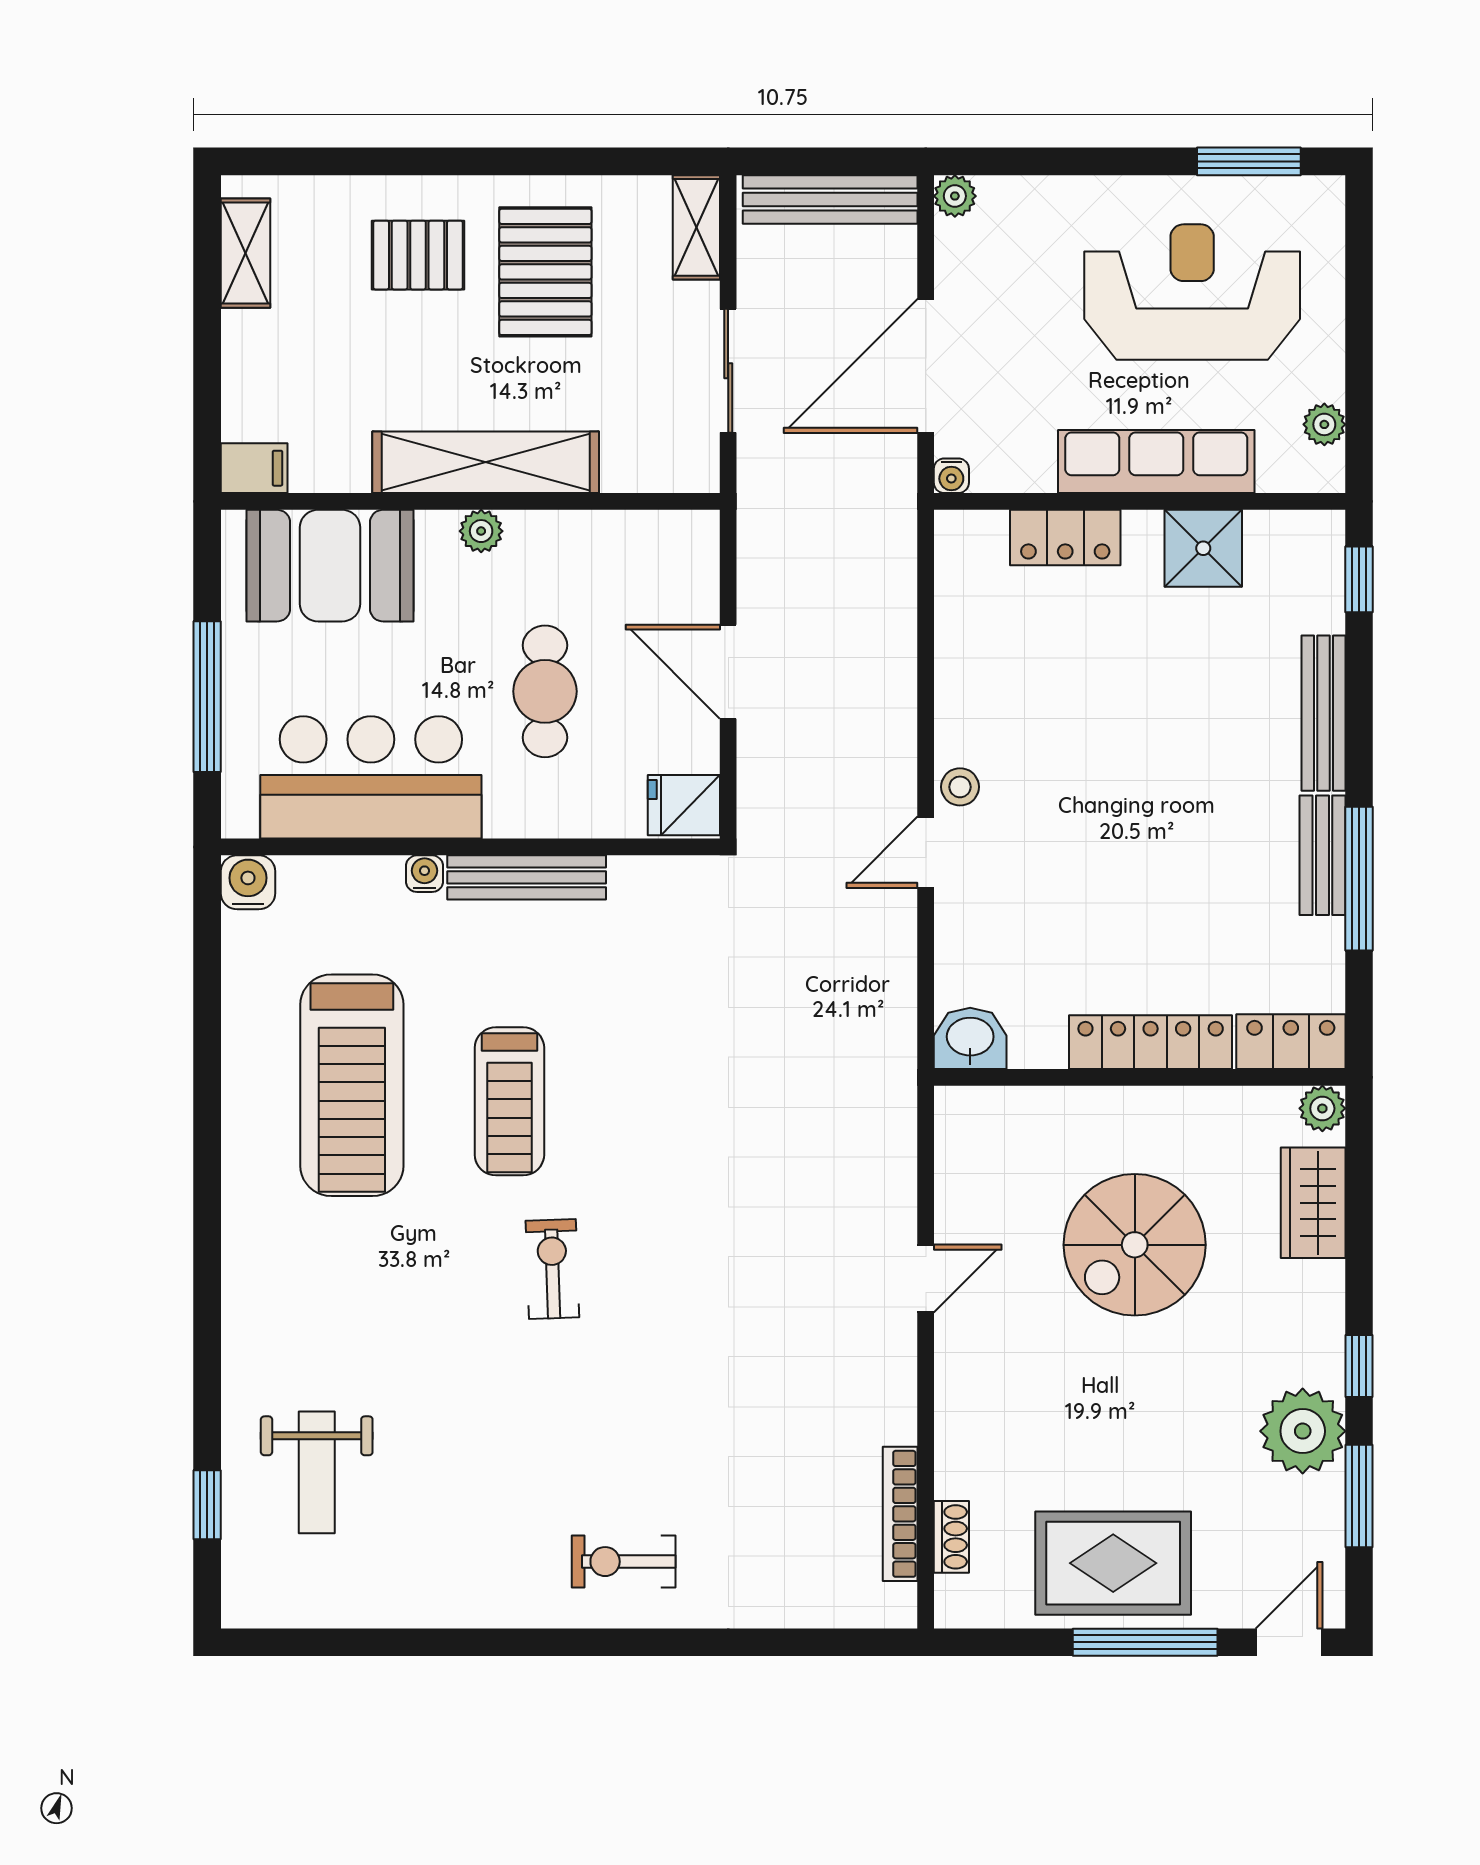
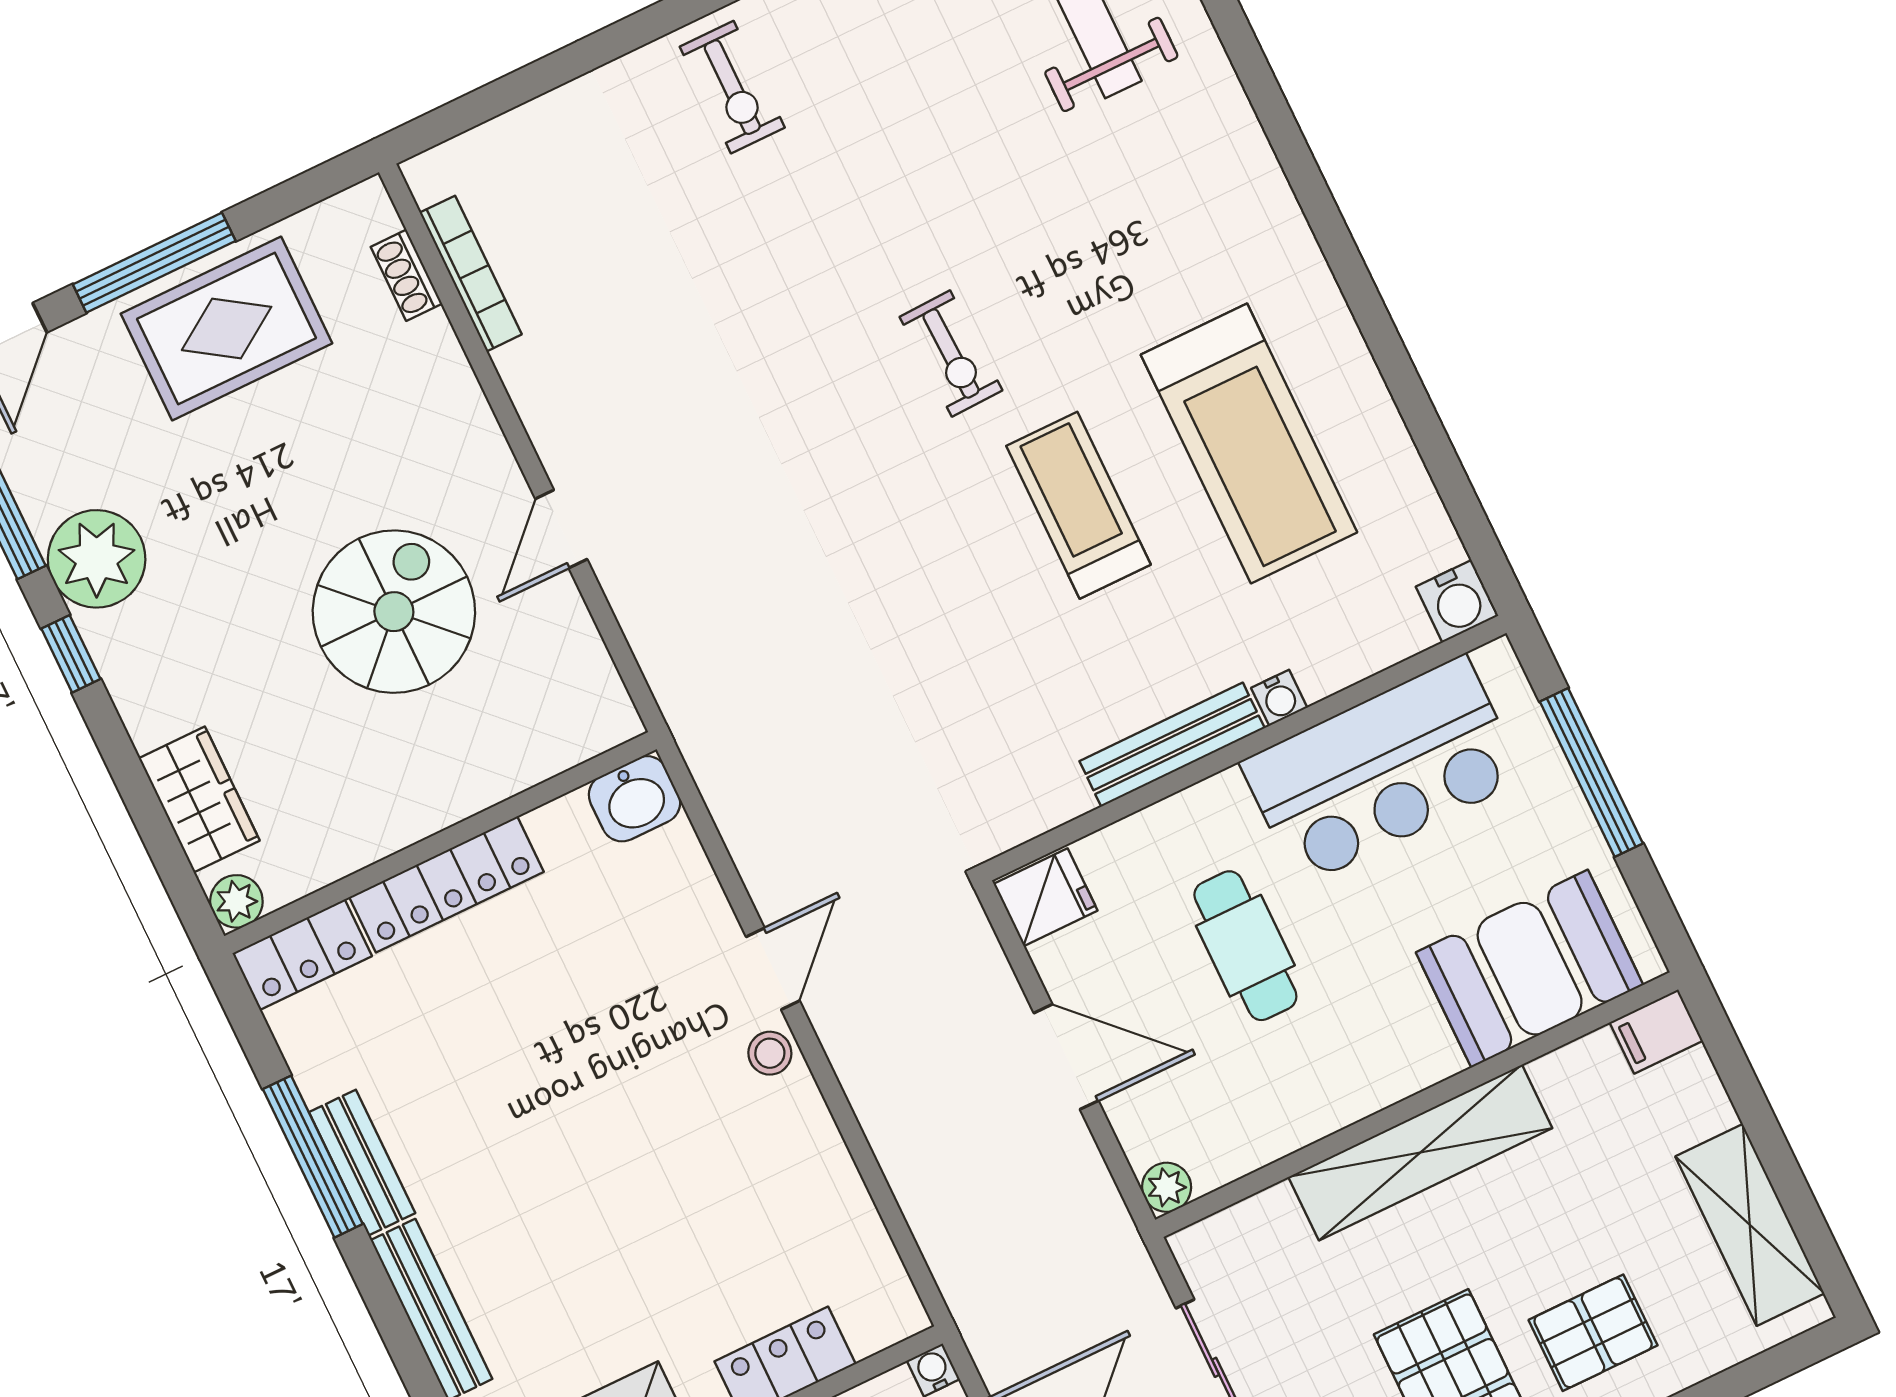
shelving: (246, 253) -> (1750, 1225), width x1.50, depth x1.33
plant: (481, 531) -> (1167, 1187), moved
treadmill: (352, 1085) -> (1249, 444), turned 180
spiral stairs: (1135, 1245) -> (394, 612), moved
exercise bike: (624, 1562) -> (732, 87), turned 90

